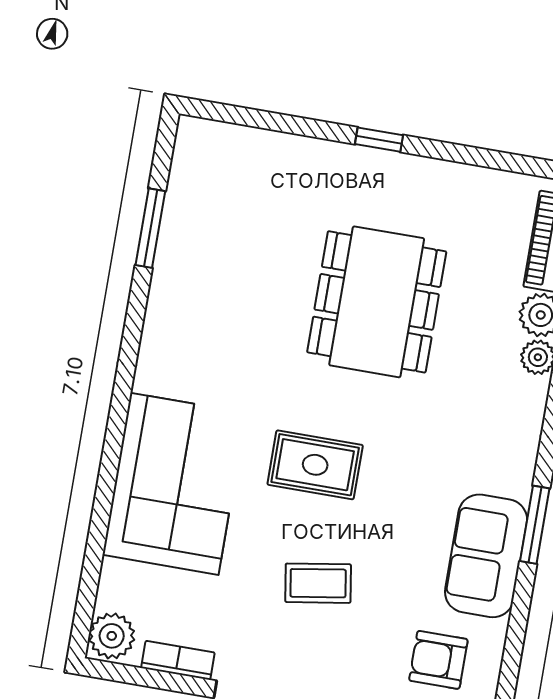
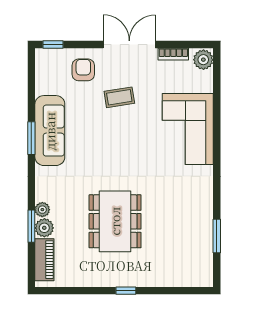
rug: (315, 465) -> (129, 147), removed
sofa: (486, 556) -> (50, 131), width x1.36
armchair: (438, 660) -> (83, 70), moved, turned -90

